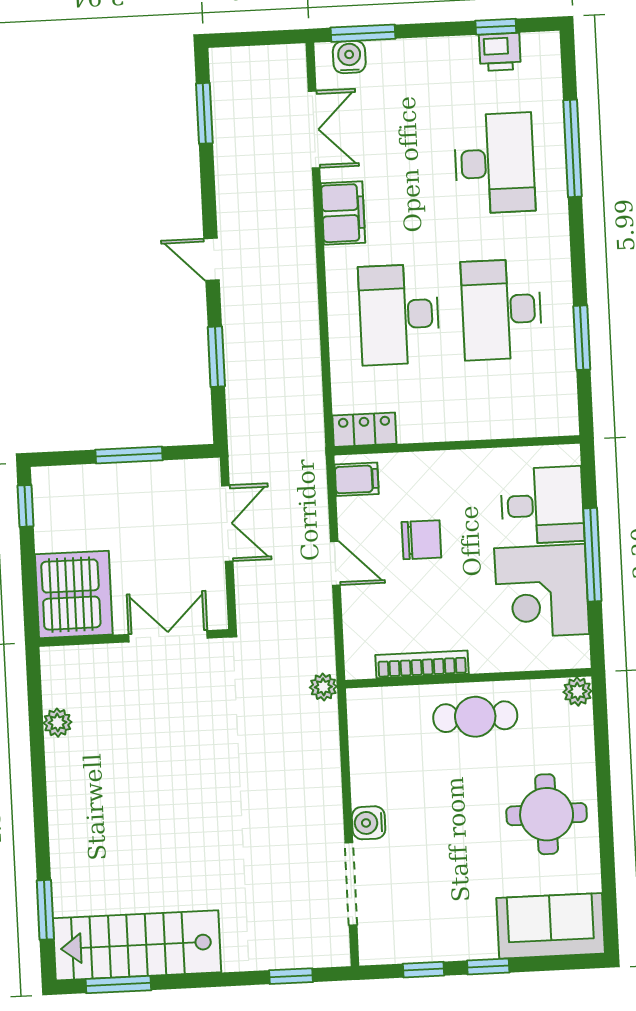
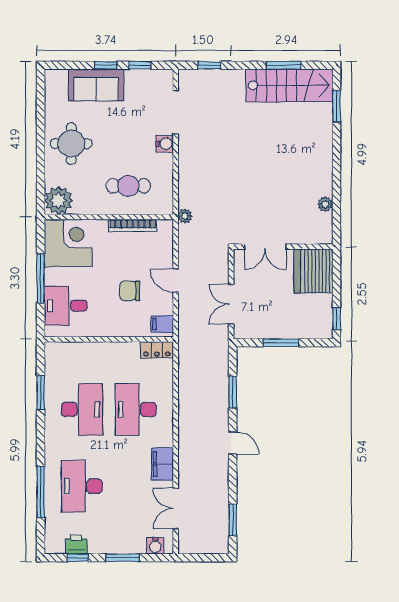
window: (363, 33) -> (122, 558), moved
desk: (399, 314) -> (136, 409), turned 180
corner desk: (542, 591) -> (68, 243), moved
plant: (578, 691) -> (58, 201), width x1.88, depth x1.88
cafe table: (475, 717) -> (128, 186), moved
sofa: (551, 926) -> (96, 85), moved
window: (118, 985) -> (283, 65), moved

